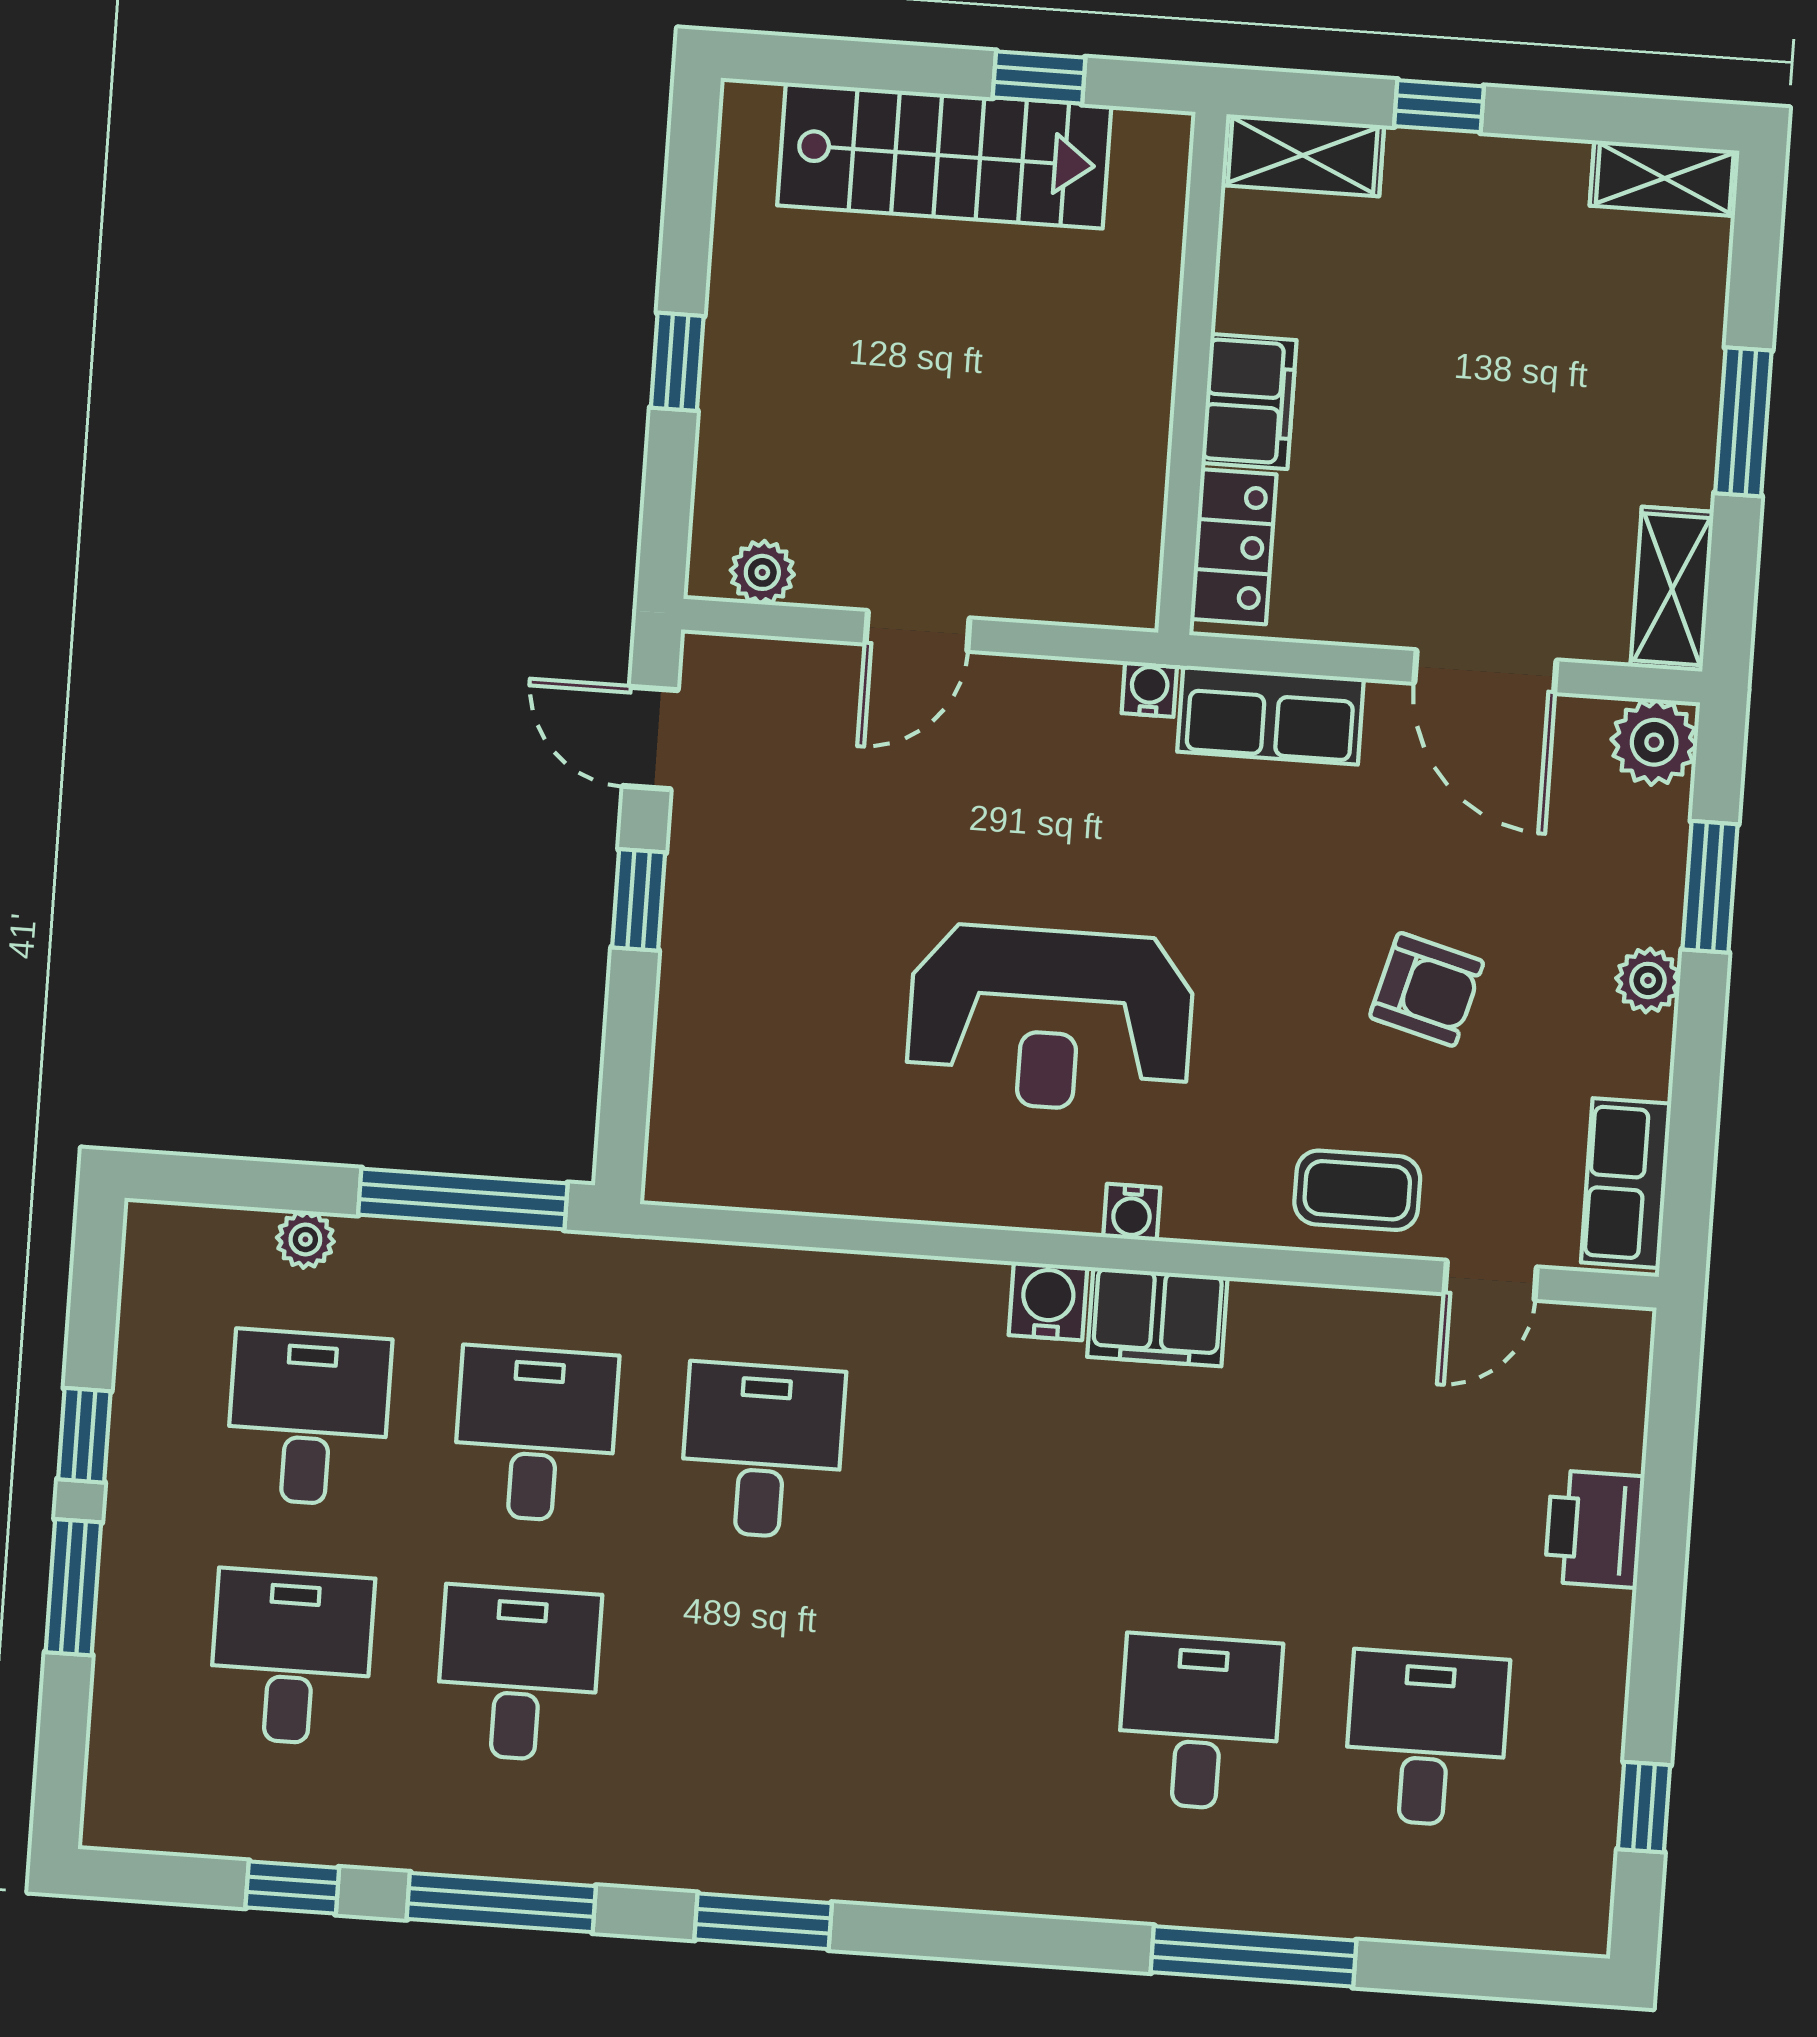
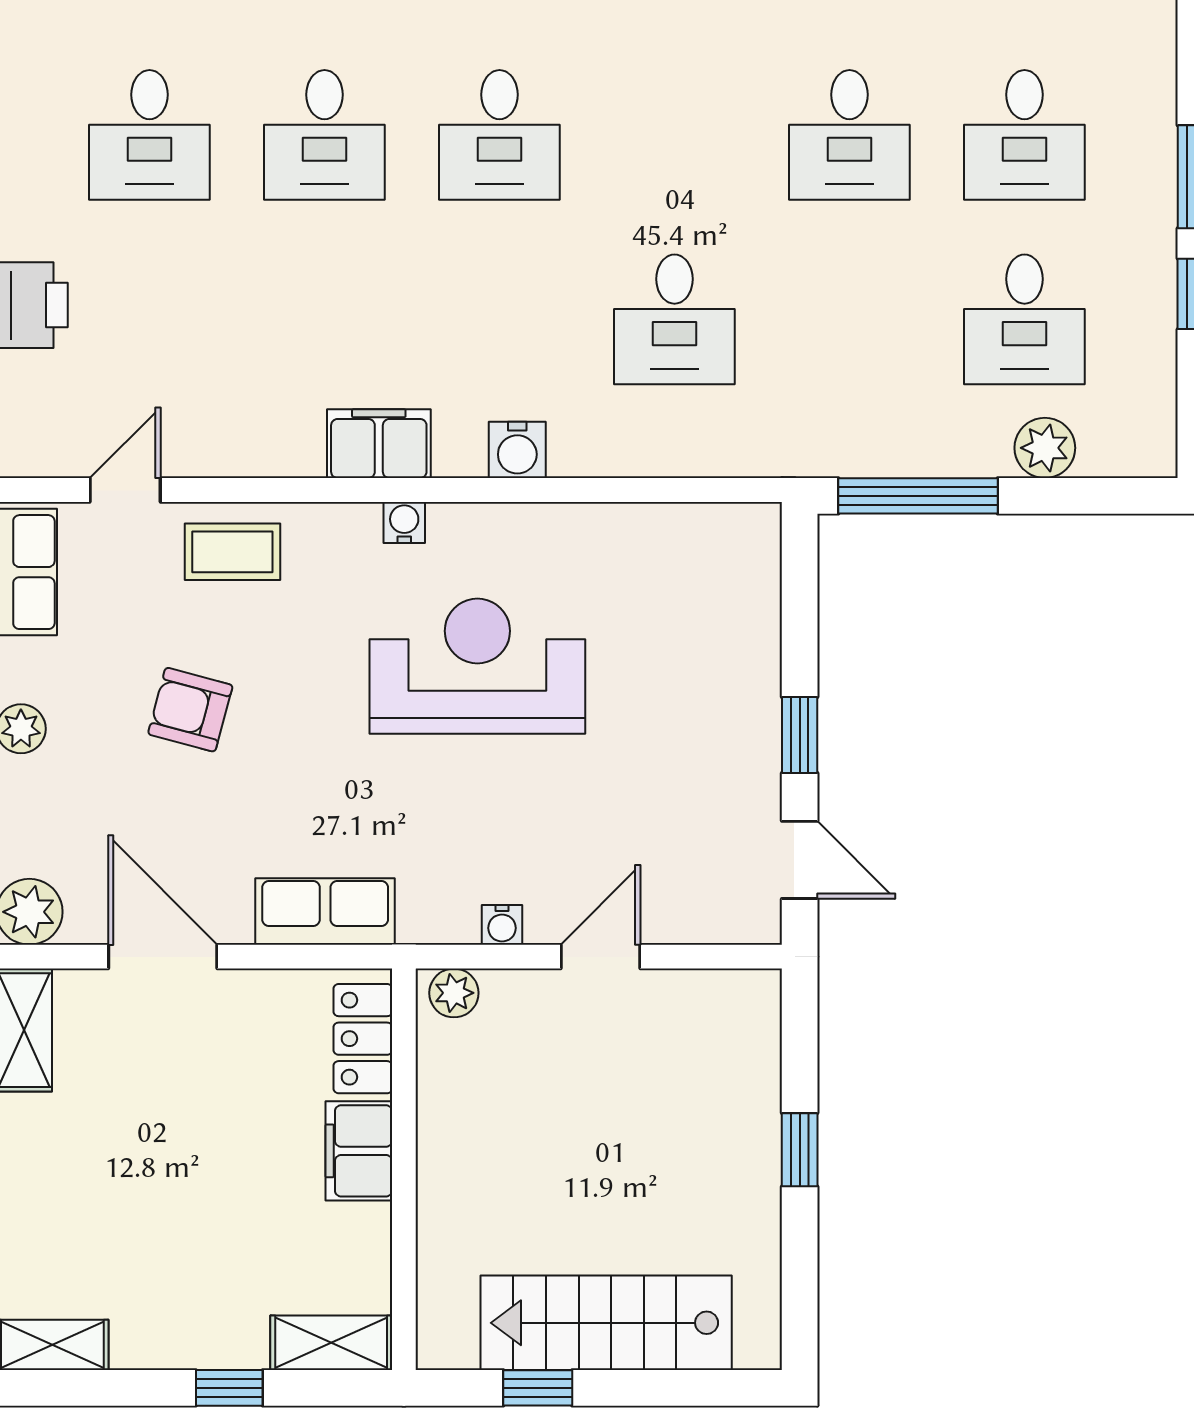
plant: (762, 572) -> (454, 993), moved
water cooler: (1149, 689) -> (502, 925), moved
plant: (305, 1239) -> (1045, 448), width x1.38, depth x1.38
water cooler: (1048, 1301) -> (517, 450), moved
desk: (535, 1434) -> (499, 135), moved

